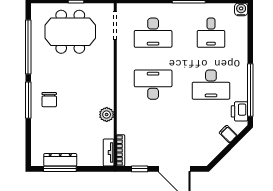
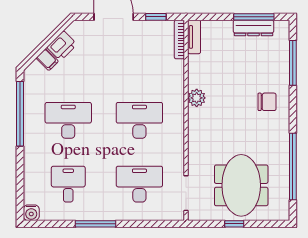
meeting table: (70, 32) -> (241, 185), turned 90
desk: (153, 85) -> (139, 120), turned 180
window: (28, 100) -> (293, 63), moved
chair: (49, 100) -> (267, 102), turned 90
printer: (240, 111) -> (62, 46), moved, turned 45
plant: (107, 115) -> (197, 98), moved

